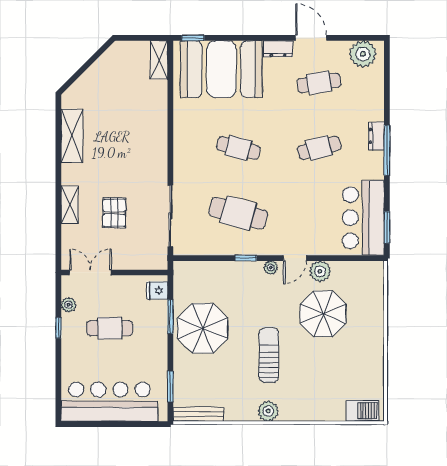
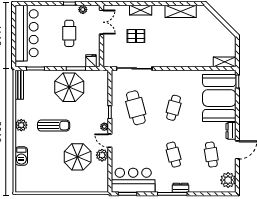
cafe table: (238, 213) -> (136, 108), turned -30
barbecue: (363, 411) -> (21, 156), moved

